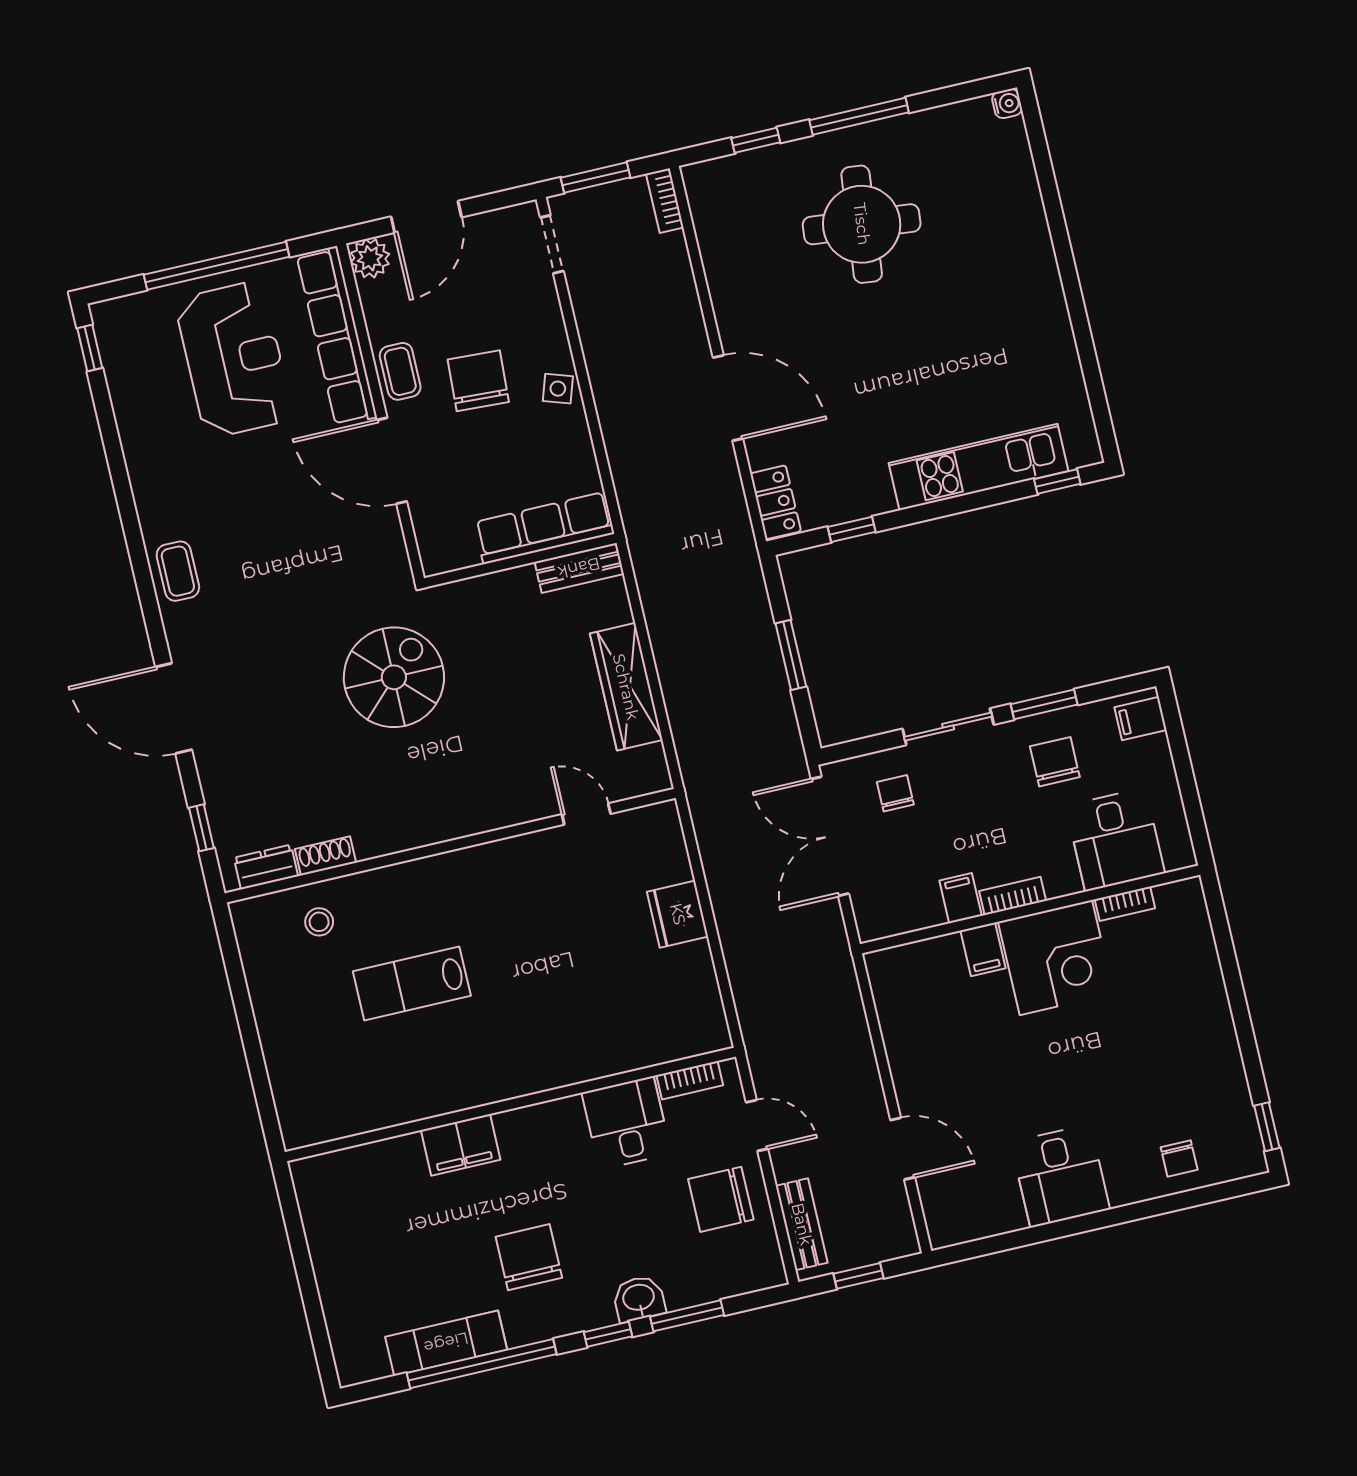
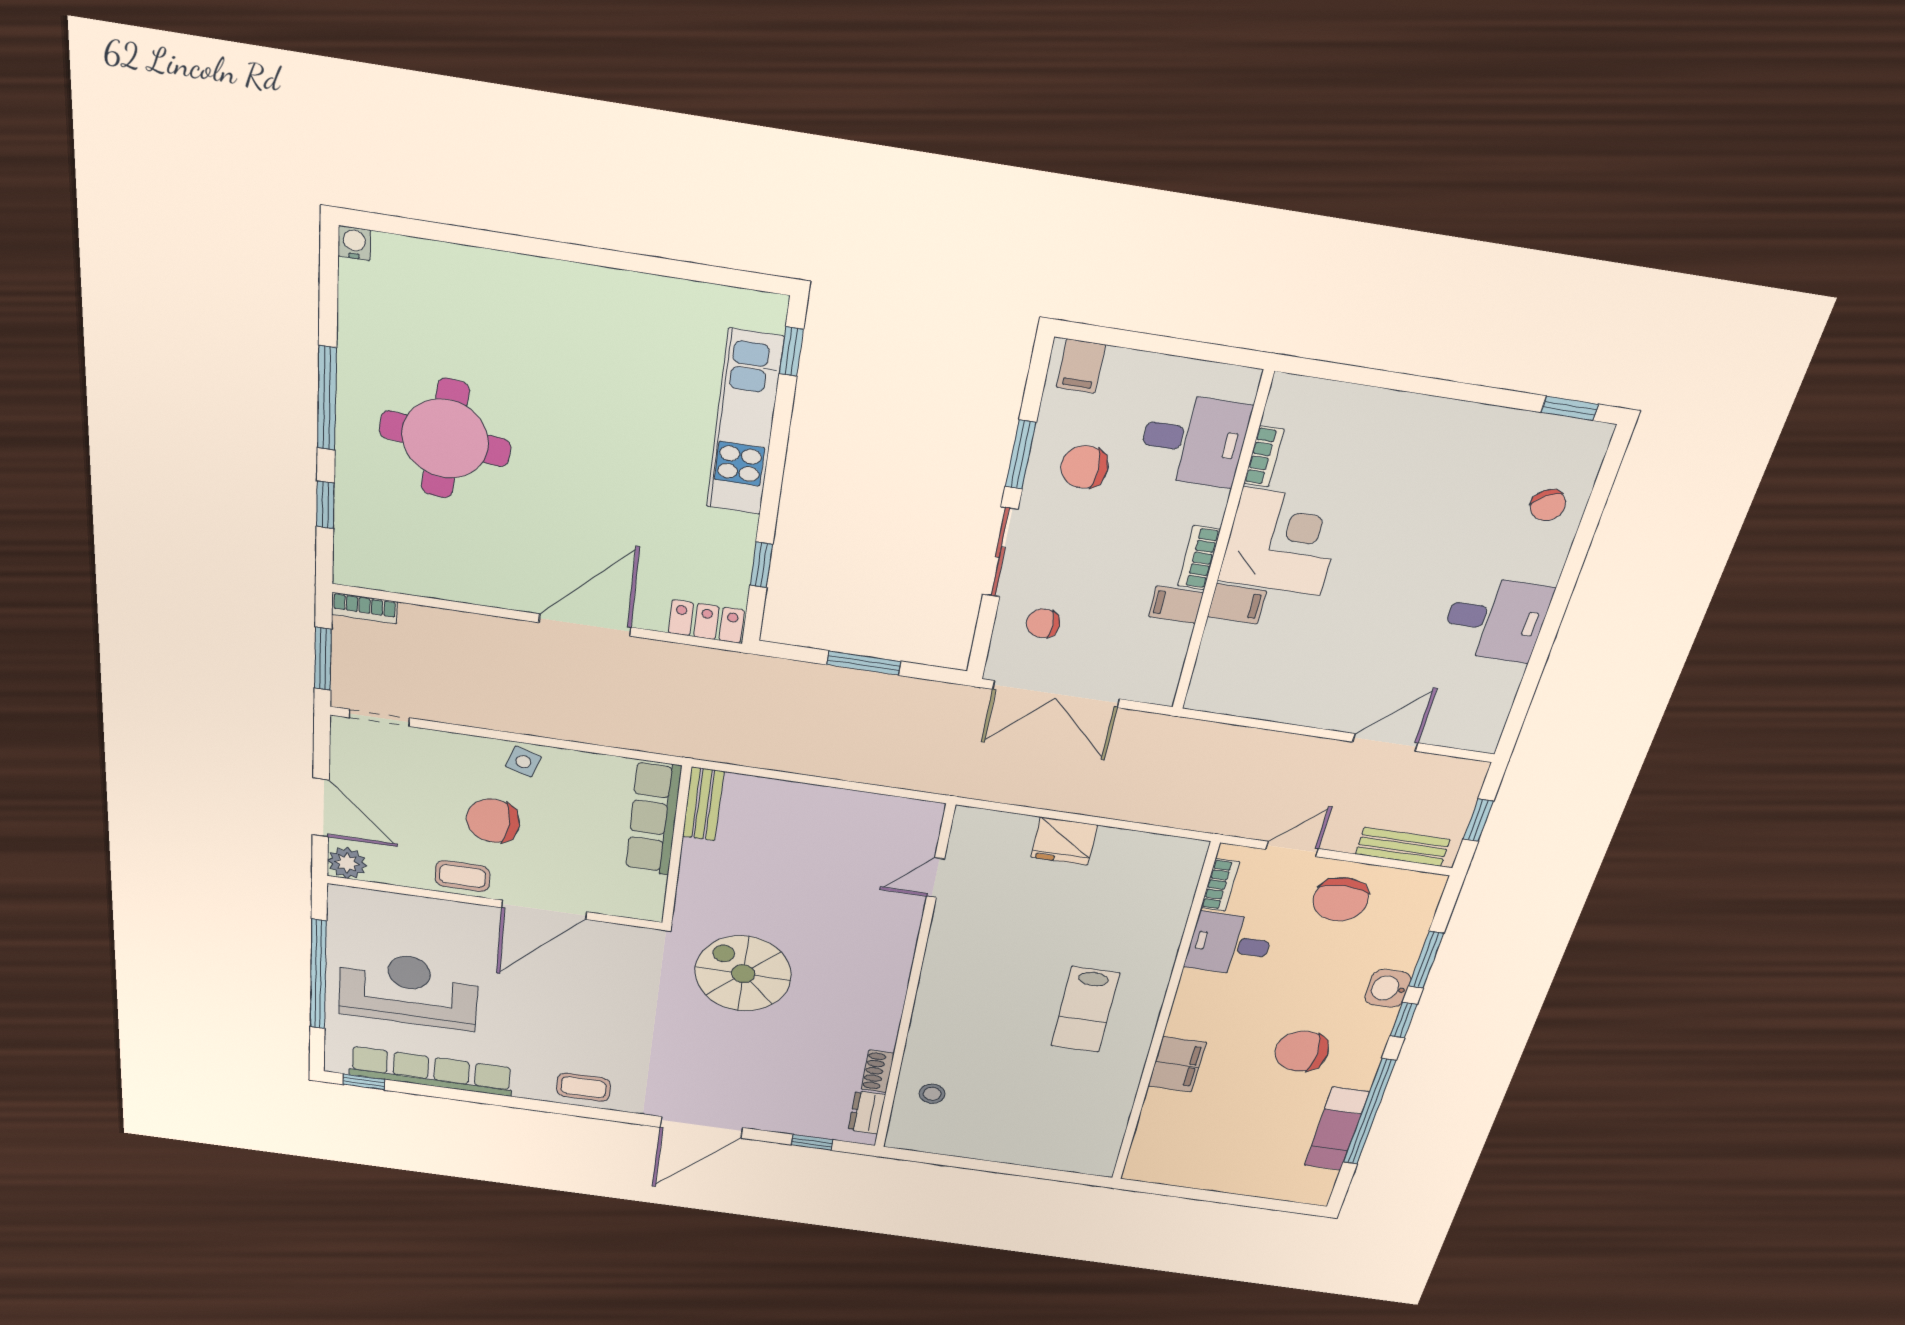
row of seats: (337, 336) -> (431, 1071), moved, turned 180
wardrobe: (626, 687) -> (832, 807), removed
lab bench: (412, 984) -> (1085, 1010), moved
chair: (1179, 1158) -> (1548, 505), turned 59

